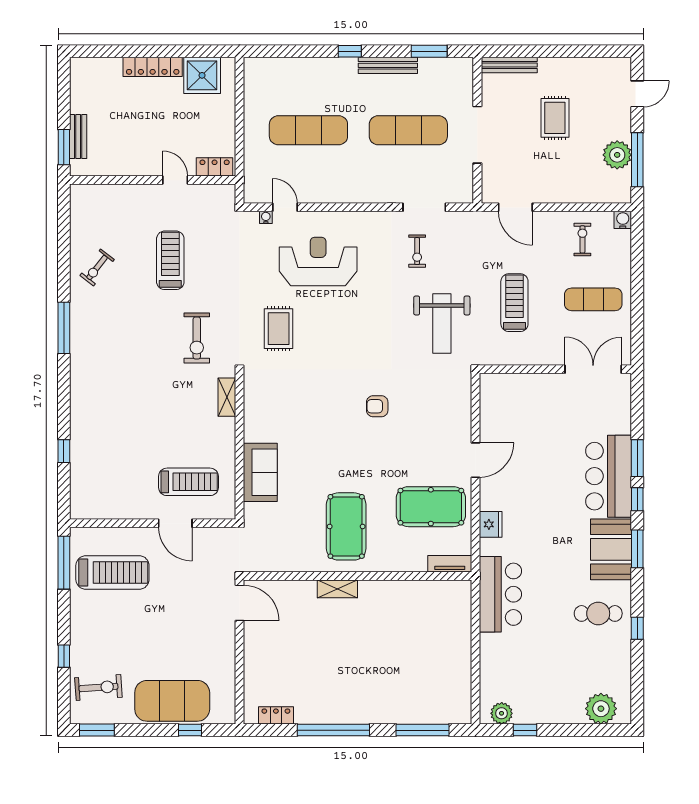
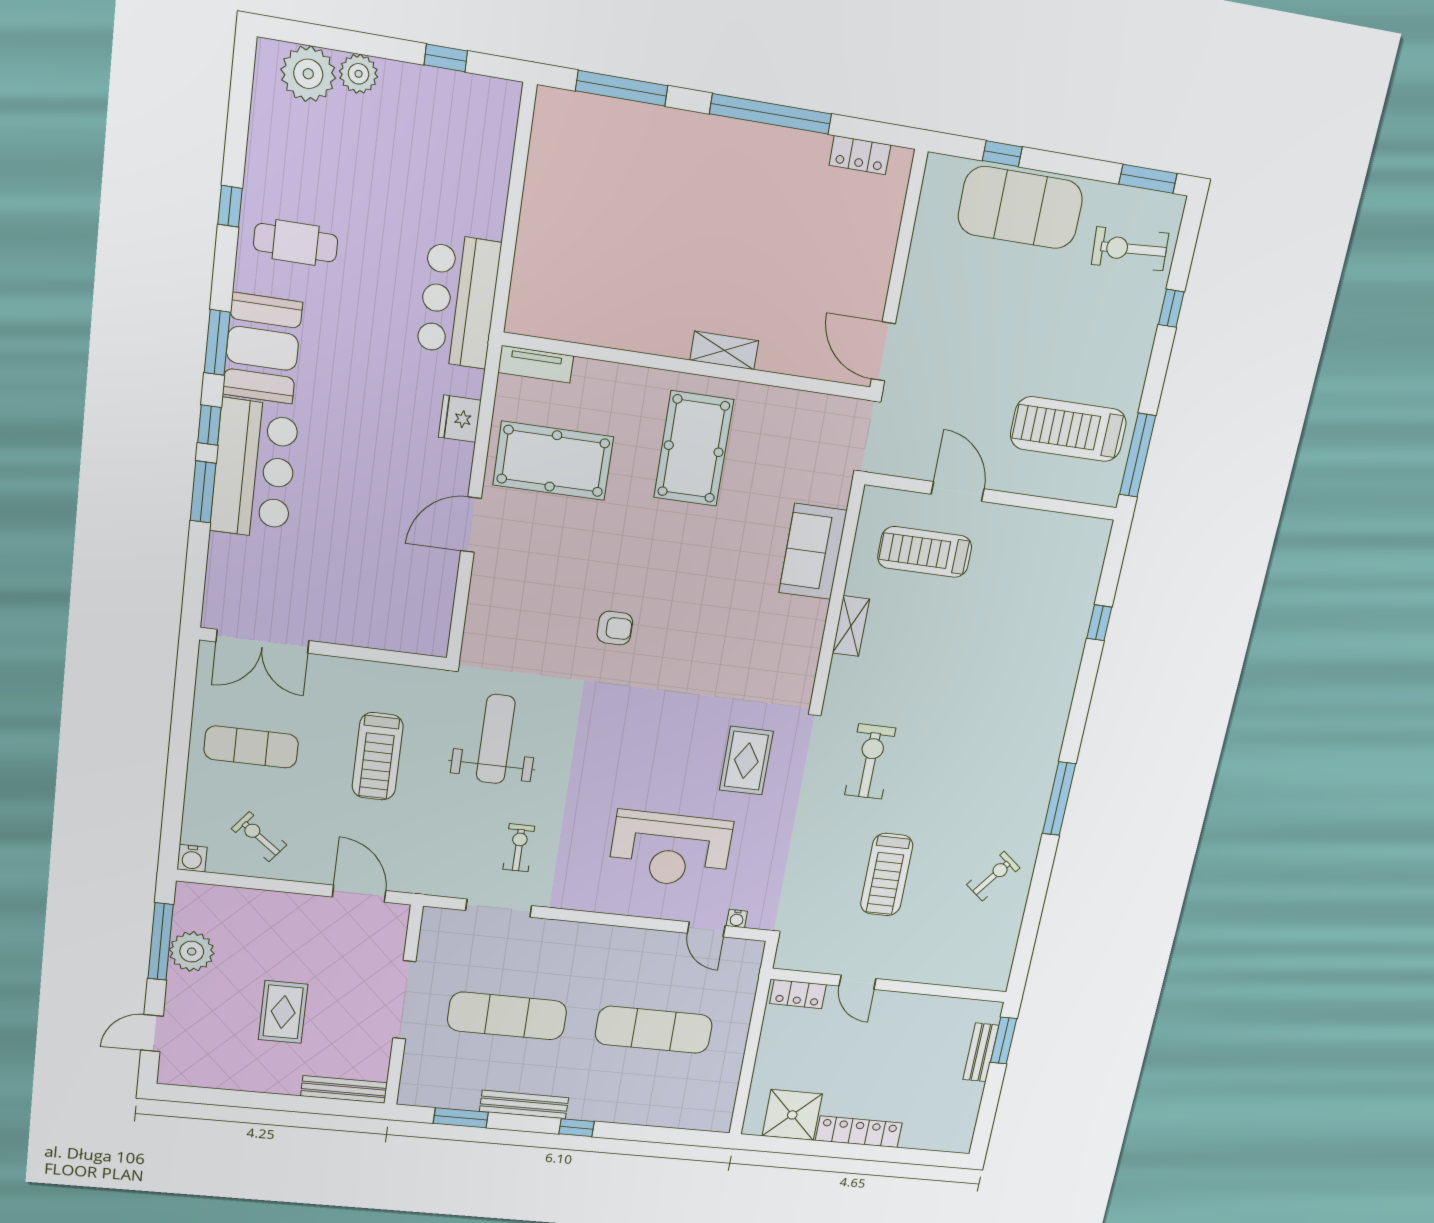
exercise bike: (582, 239) -> (259, 837), turned 128
shelving: (227, 397) -> (851, 626), moved
plant: (502, 713) -> (359, 74), moved

